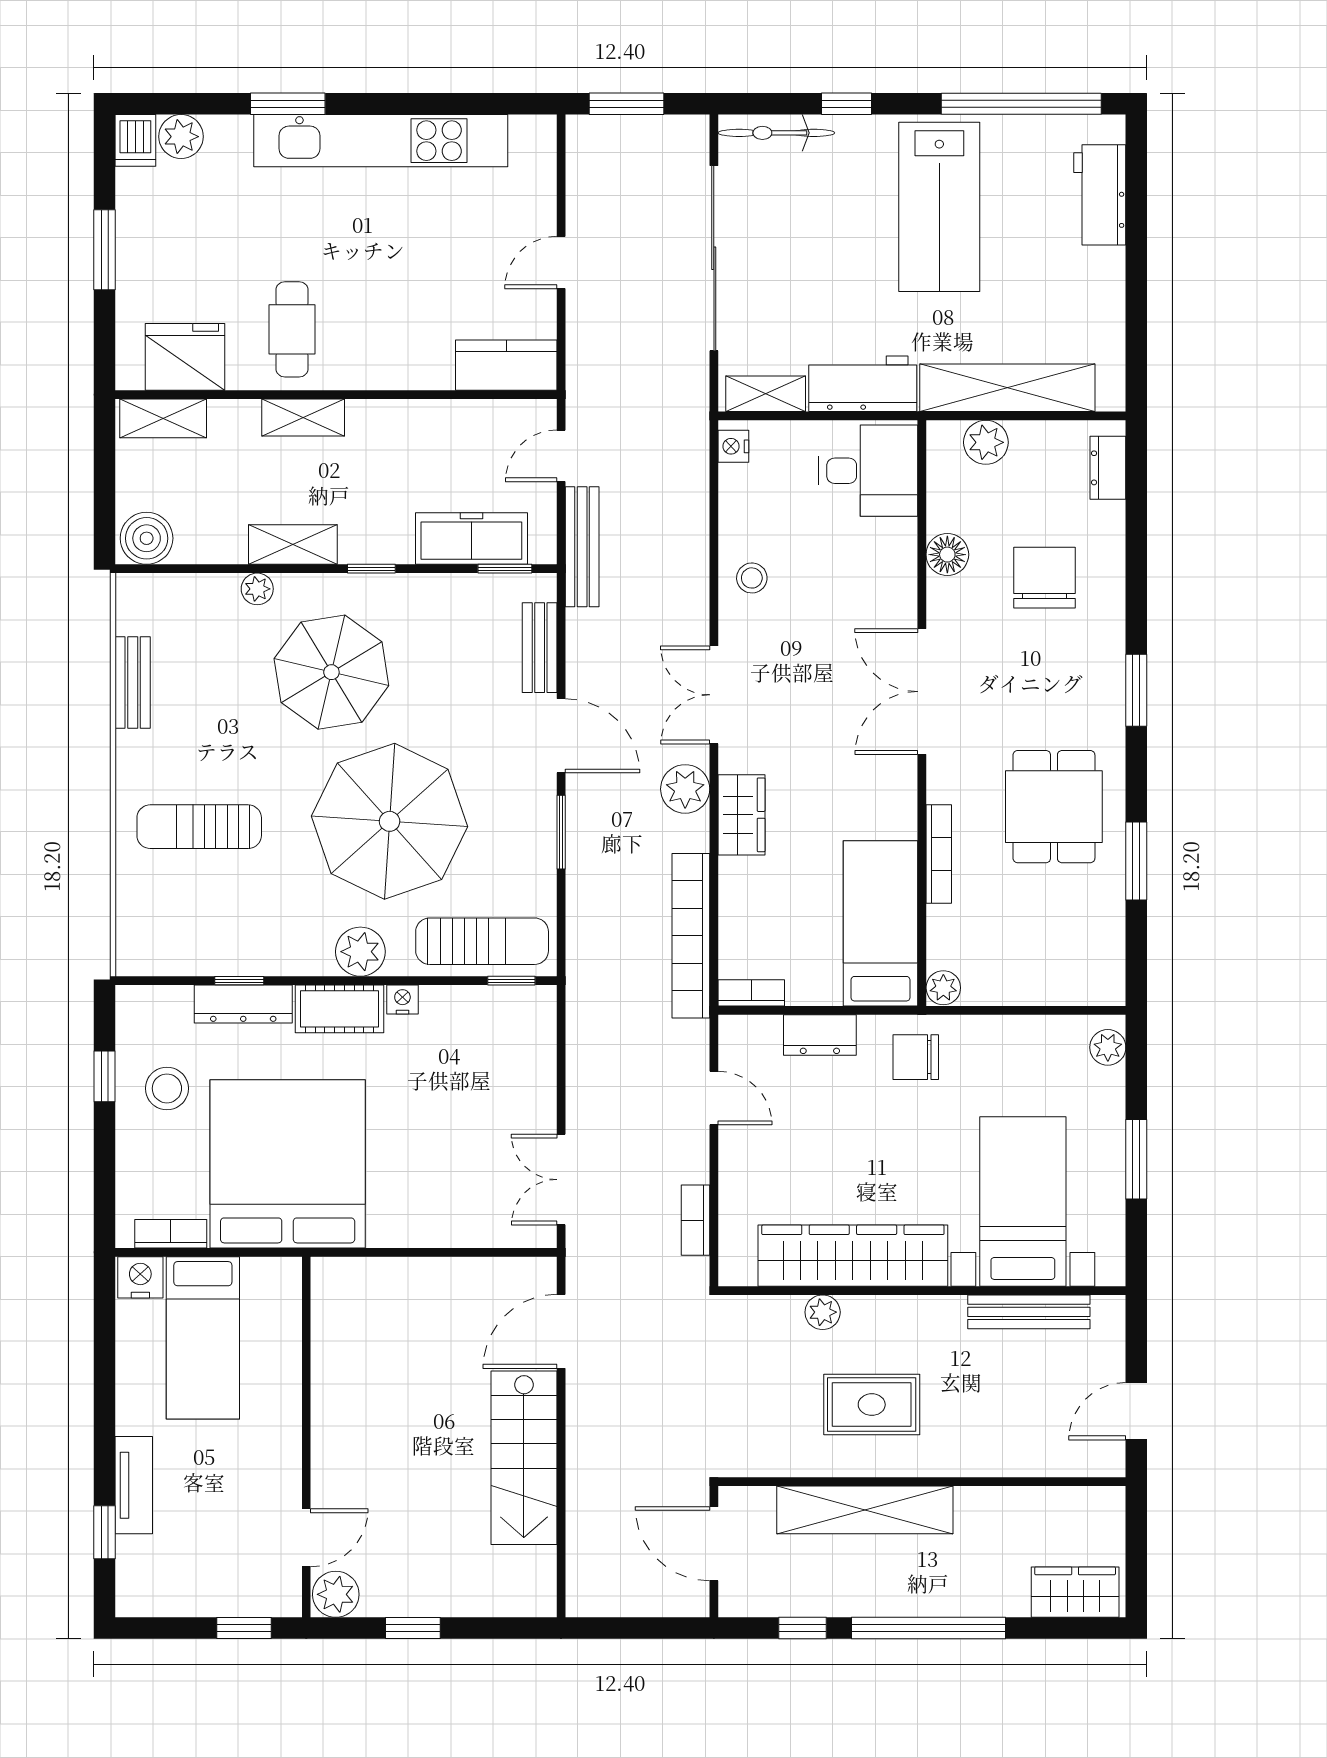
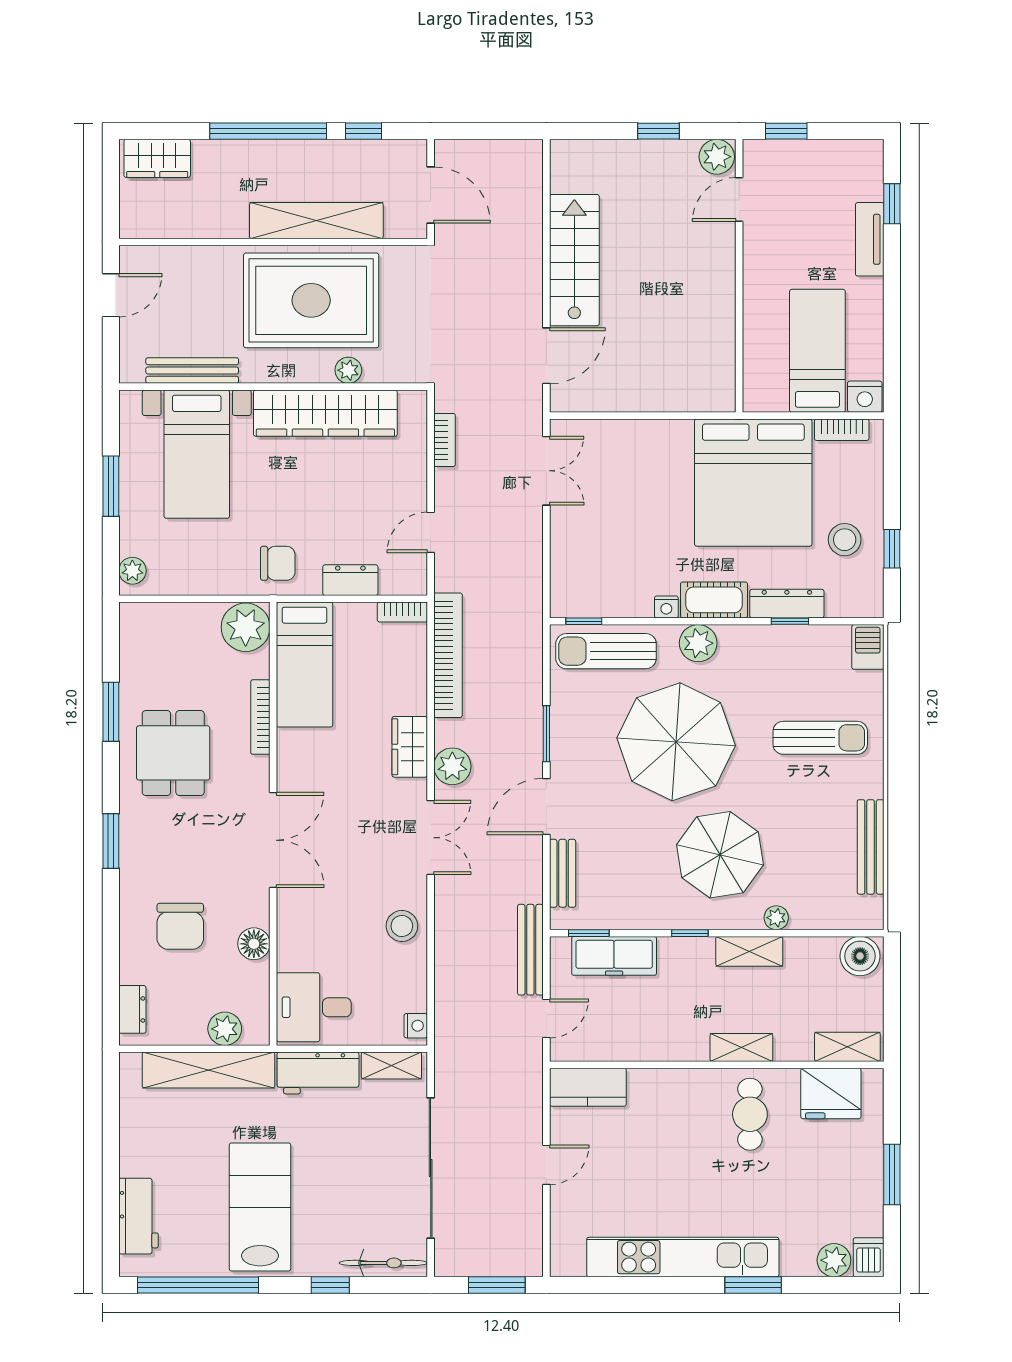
stool: (752, 578) -> (402, 926), width x1.37, depth x1.37
bench: (133, 683) -> (871, 847), width x1.36
door: (561, 736) -> (546, 807), hinge flipped
barbecue: (136, 947) -> (868, 647), added
plant: (943, 988) -> (246, 627), width x1.88, depth x1.88
door: (714, 1098) -> (431, 532), hinge flipped
rug: (872, 1405) -> (311, 300), width x1.86, depth x2.06

